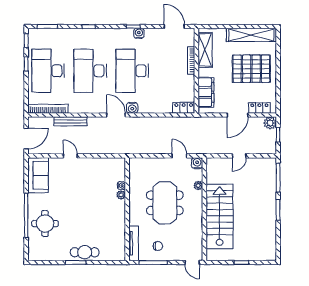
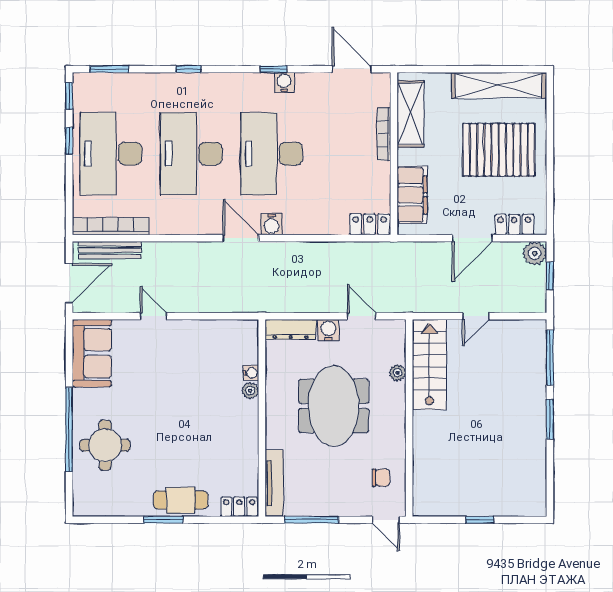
bench: (70, 121) -> (110, 250), moved
dresser: (142, 163) -> (291, 329), added
water cooler: (197, 163) -> (328, 330), moved
stairs: (219, 216) -> (429, 365), moved, width x0.73, depth x0.66
chair: (158, 246) -> (381, 478), moved
locker: (115, 256) -> (239, 507), added

